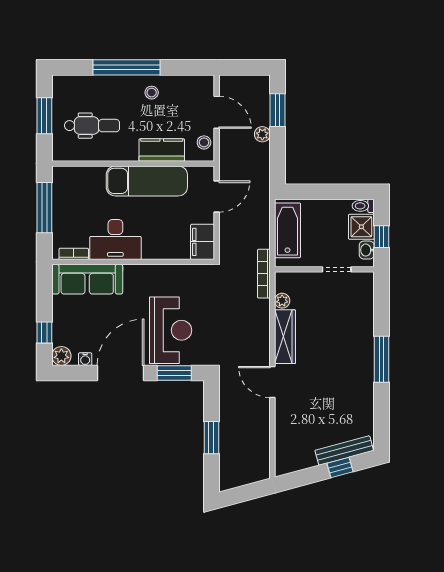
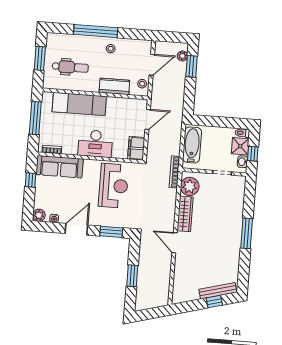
door: (217, 112) -> (152, 65), hinge flipped
plant: (262, 134) -> (182, 56), moved
exam couch: (147, 181) -> (79, 104), moved
desk: (115, 240) -> (95, 144), moved
plant: (282, 301) -> (190, 186), width x1.87, depth x1.87
reception desk: (171, 330) -> (114, 186), moved
window: (44, 333) -> (30, 180), moved
door: (121, 373) -> (76, 229), width x0.73

